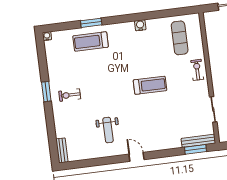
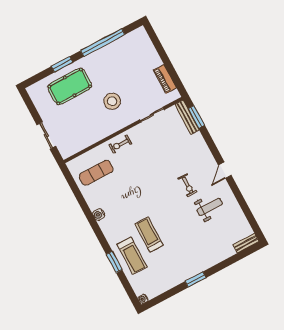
treadmill: (150, 85) -> (149, 235), moved
exercise bike: (70, 95) -> (187, 185), moved

